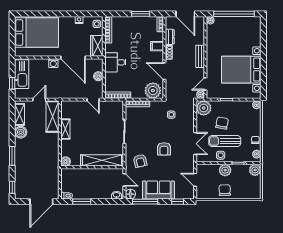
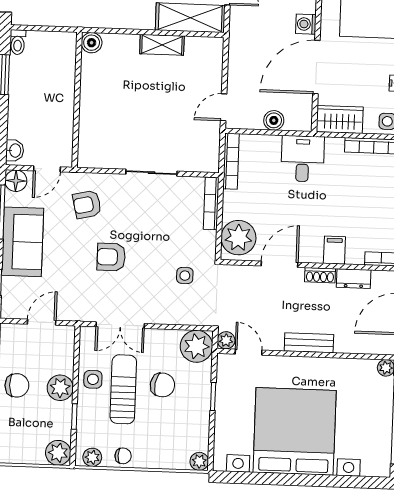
bed with nightstands: (241, 70) -> (295, 431), width x1.36
shelving: (102, 160) -> (91, 122), removed

